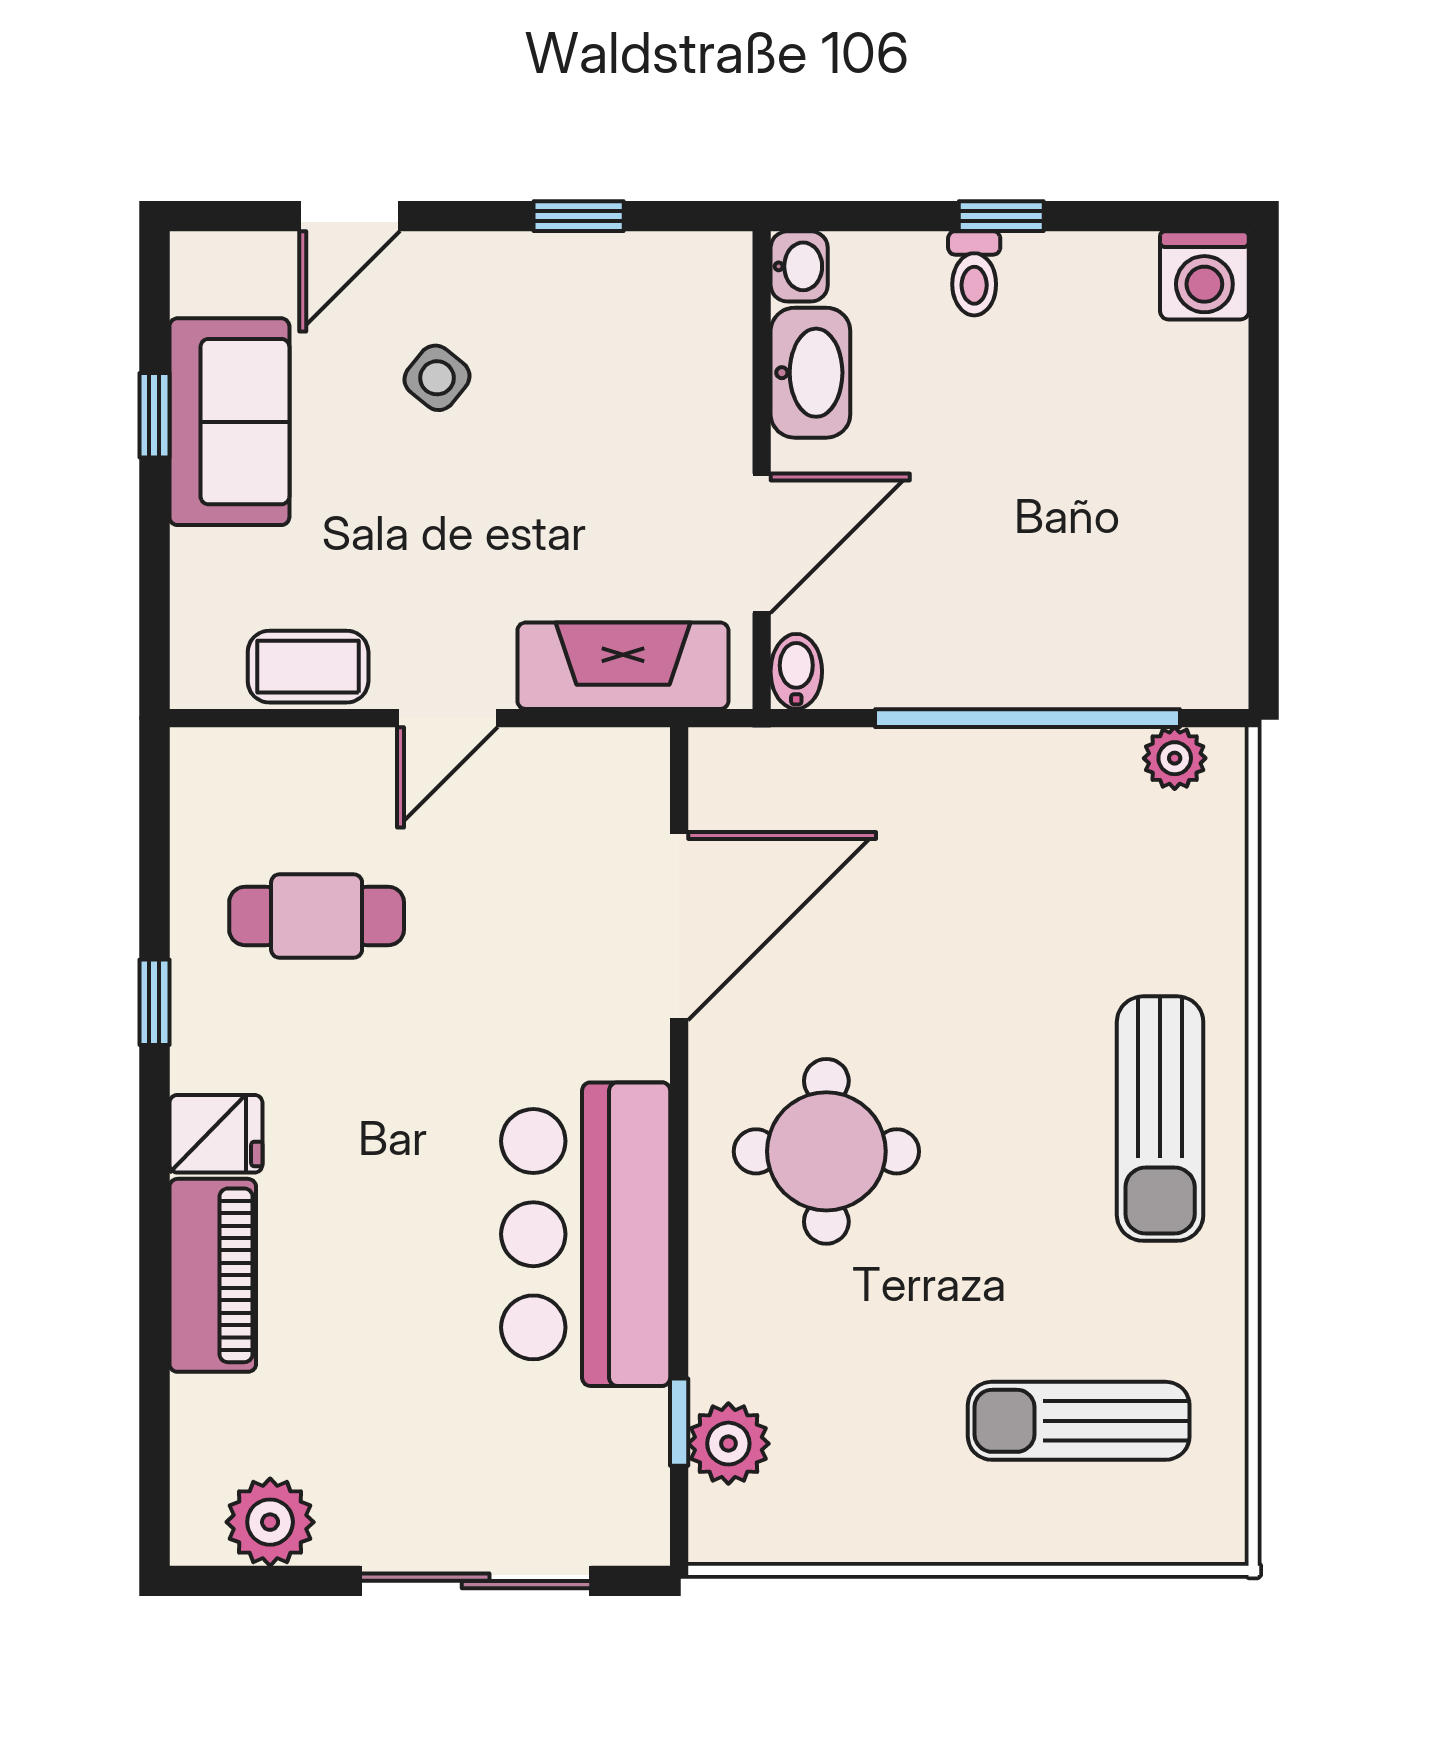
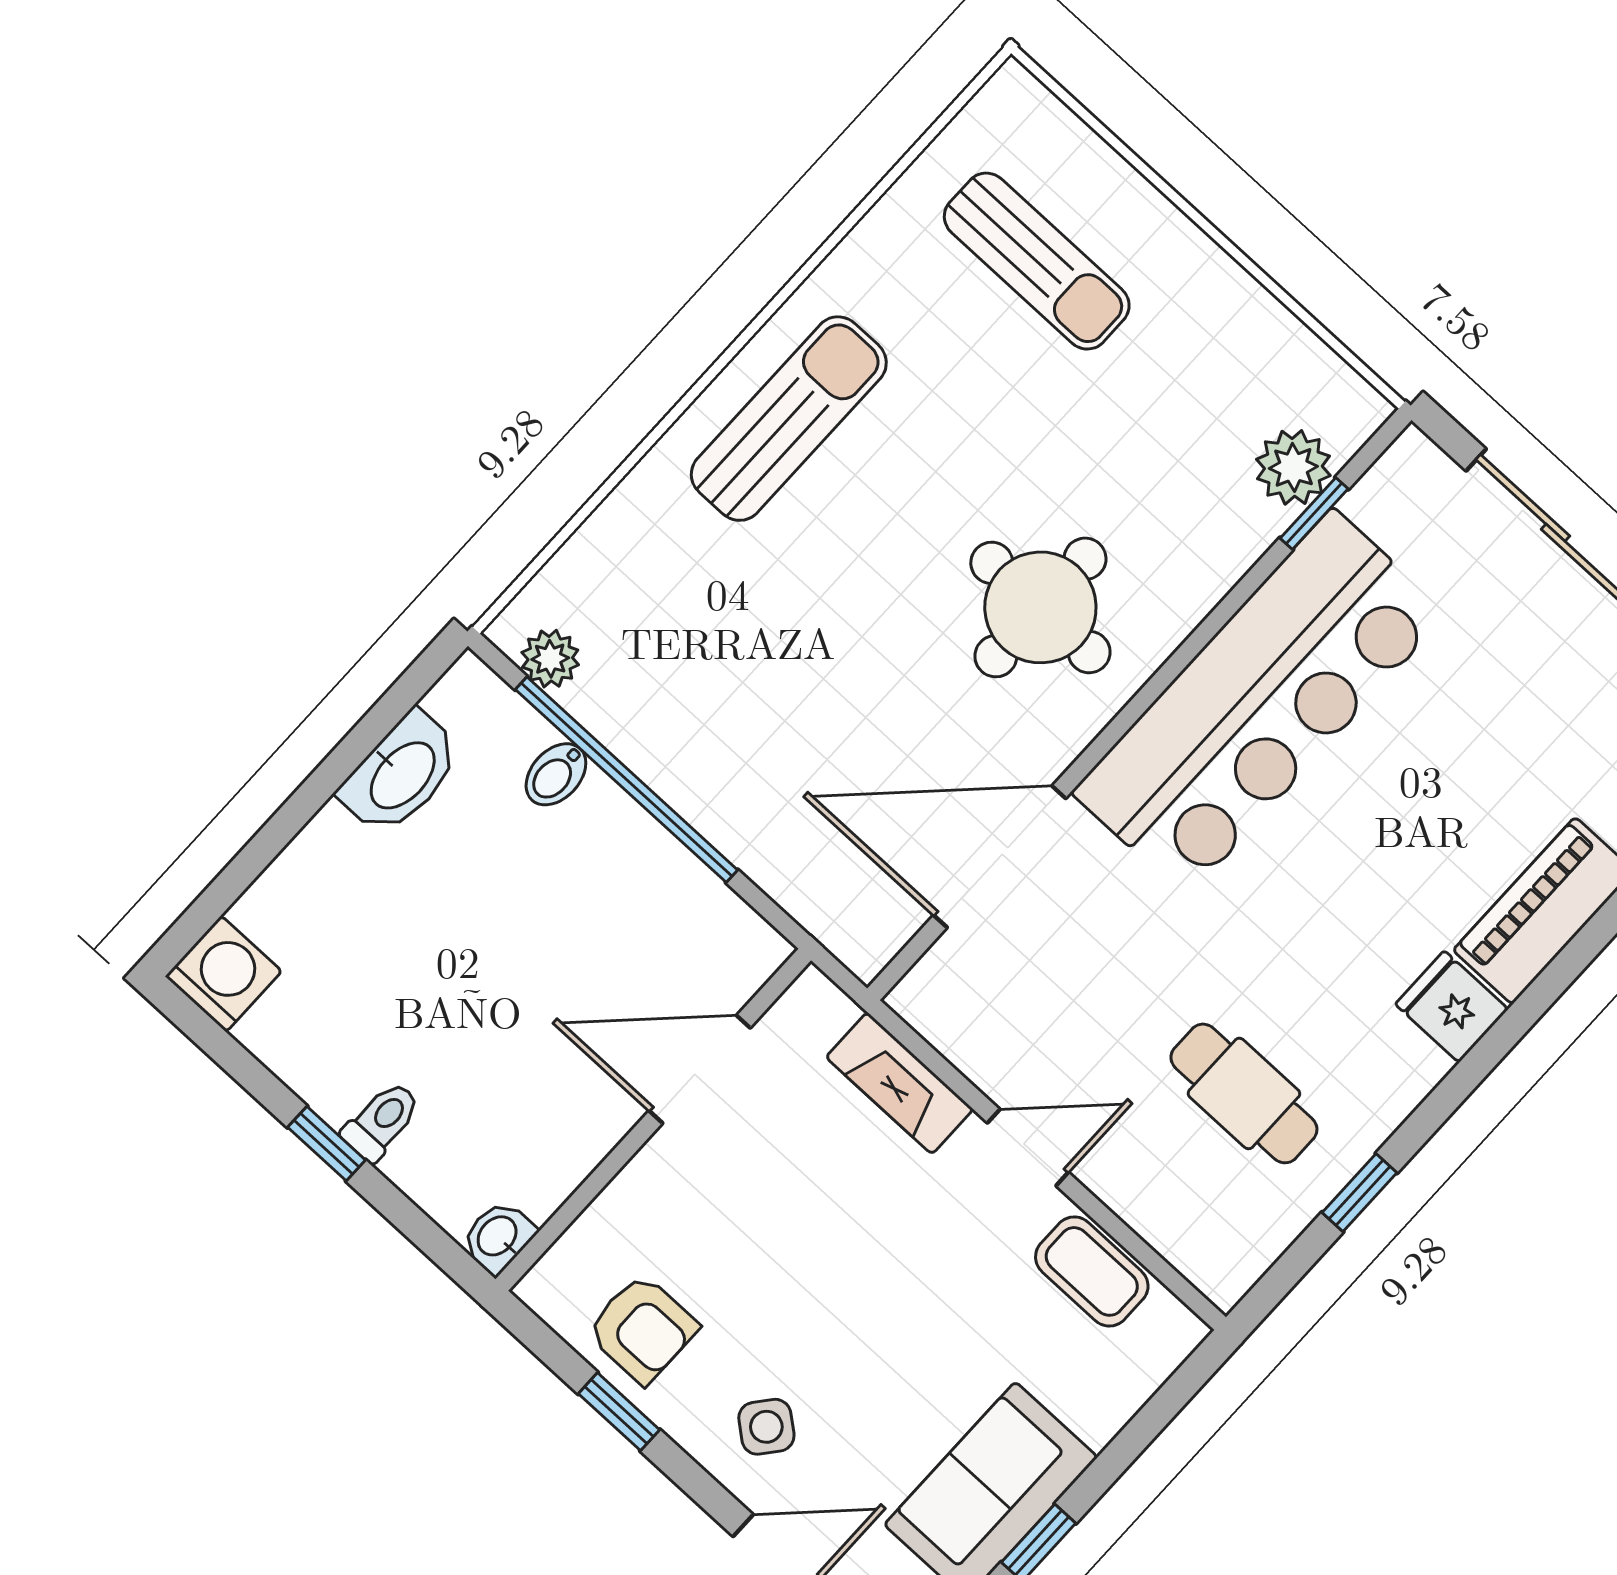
armchair: (620, 298) -> (642, 1329), added
washbasin: (810, 373) -> (401, 774), moved, turned 180
side table: (437, 378) -> (766, 1427), moved
fireplace: (623, 666) -> (900, 1083), width x0.73, depth x0.76
bidet: (796, 671) -> (556, 774), moved
window: (154, 1002) -> (1360, 1193), moved
bar counter: (586, 1234) -> (1260, 703), width x1.36

